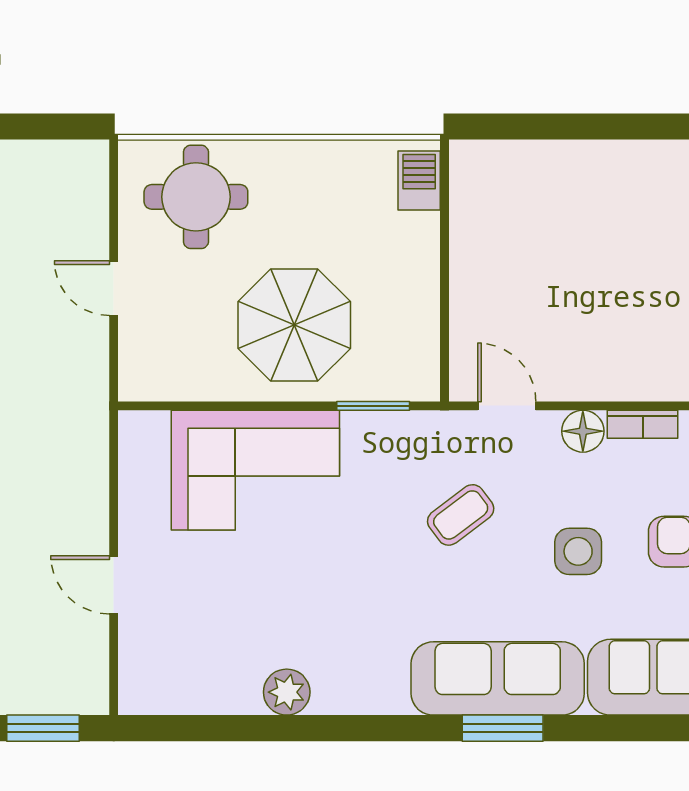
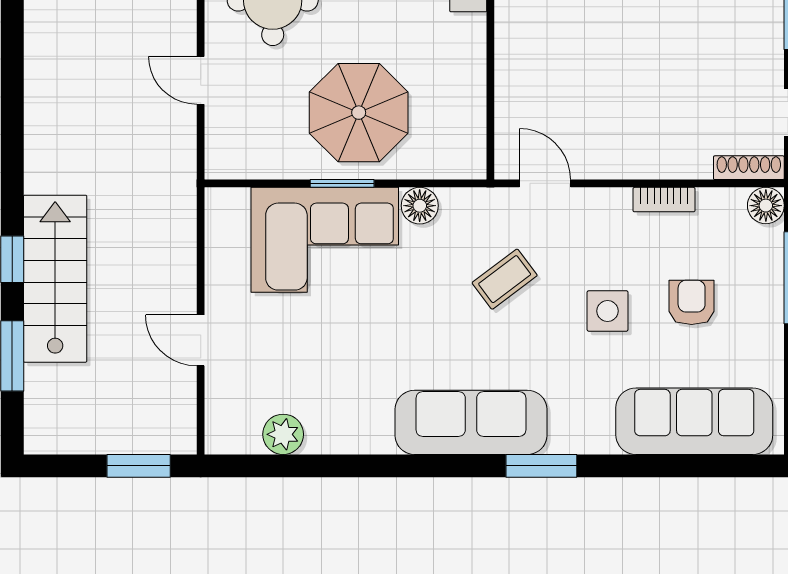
window: (373, 406) -> (342, 183), moved
floor lamp: (583, 431) -> (420, 206), moved
sofa: (498, 678) -> (471, 422), moved
plant: (287, 692) -> (283, 434), moved

